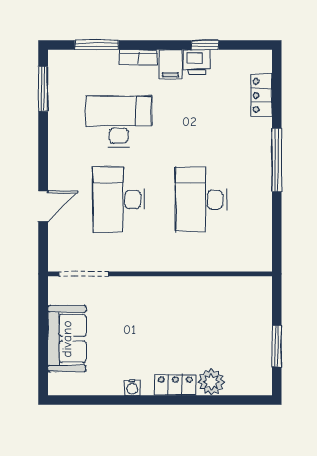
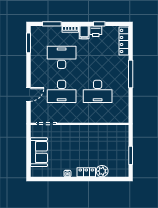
locker: (261, 95) -> (124, 41), width x1.53
desk: (119, 200) -> (62, 91), turned -90
desk: (201, 200) -> (98, 91), turned -90

